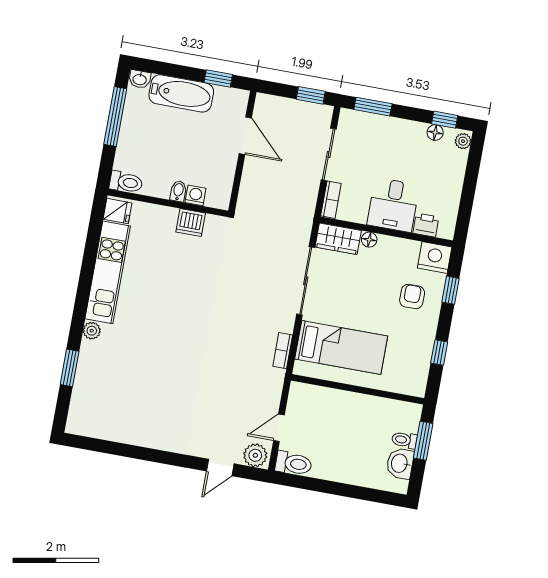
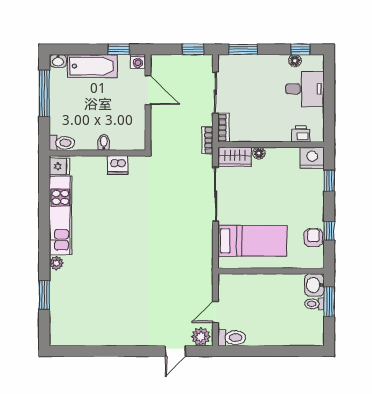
plant: (463, 141) -> (318, 63), removed
washing machine: (195, 195) -> (138, 62), moved, turned 180
desk: (393, 205) -> (305, 89), moved, turned -90
armchair: (412, 297) -> (313, 238), moved
bookcase: (283, 351) -> (207, 140), moved
washbasin: (400, 463) -> (314, 285), moved

